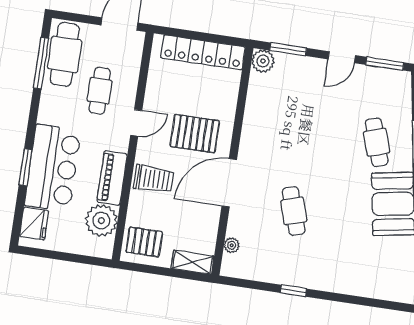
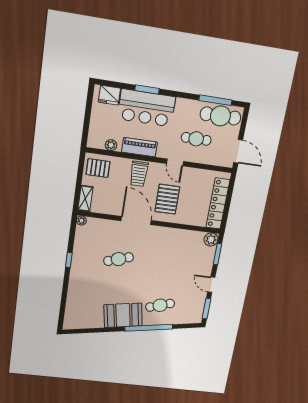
plant: (101, 221) -> (111, 145), width x0.53, depth x0.53
pallet: (144, 242) -> (98, 168), turned 90
plant: (232, 245) -> (81, 221), moved

